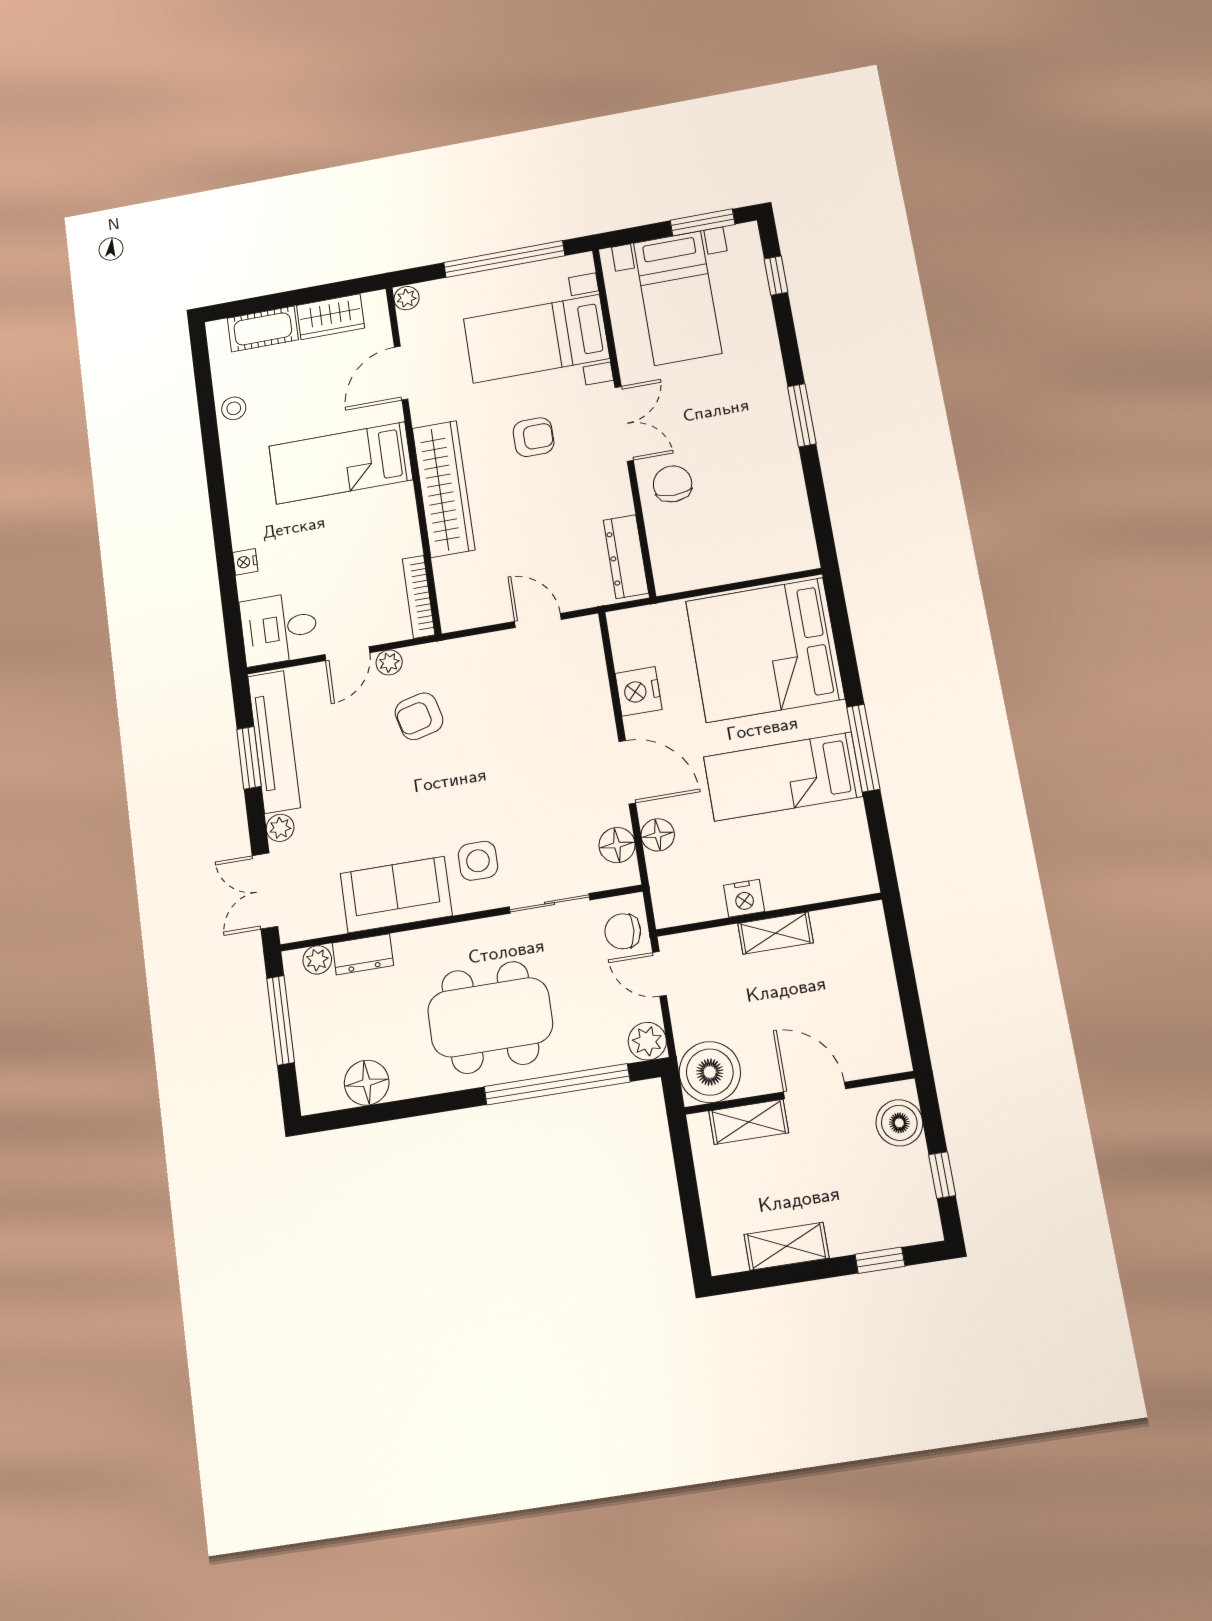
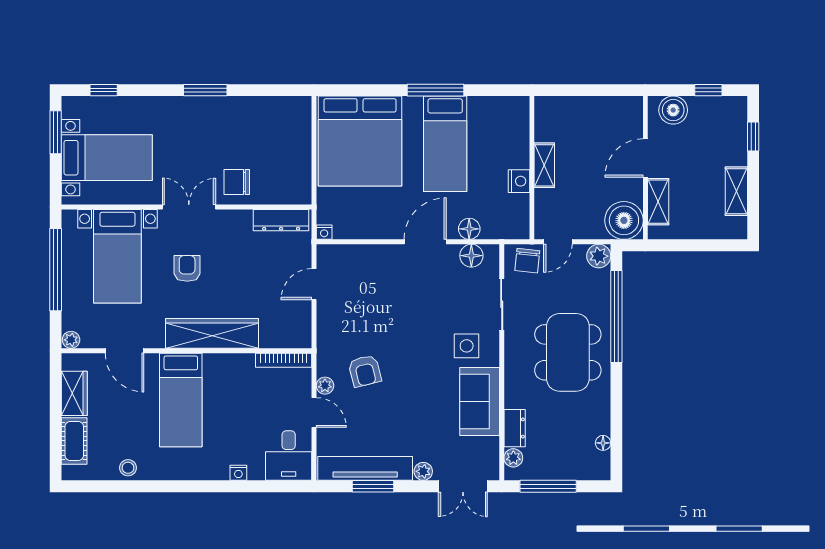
nightstand: (638, 691) -> (324, 232), moved, width x0.53, depth x0.56
floor lamp: (367, 1083) -> (603, 443), width x0.53, depth x0.53

